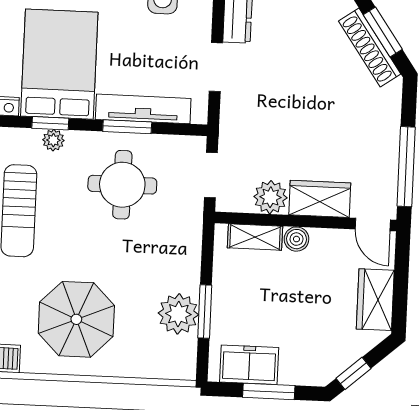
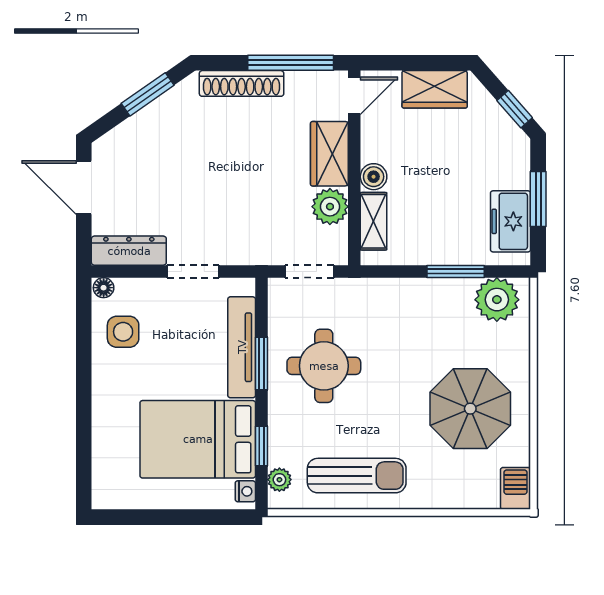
shoe rack: (370, 47) -> (242, 83), moved, turned 35
plant: (53, 140) -> (279, 480), moved
plant: (178, 314) -> (497, 300), moved

